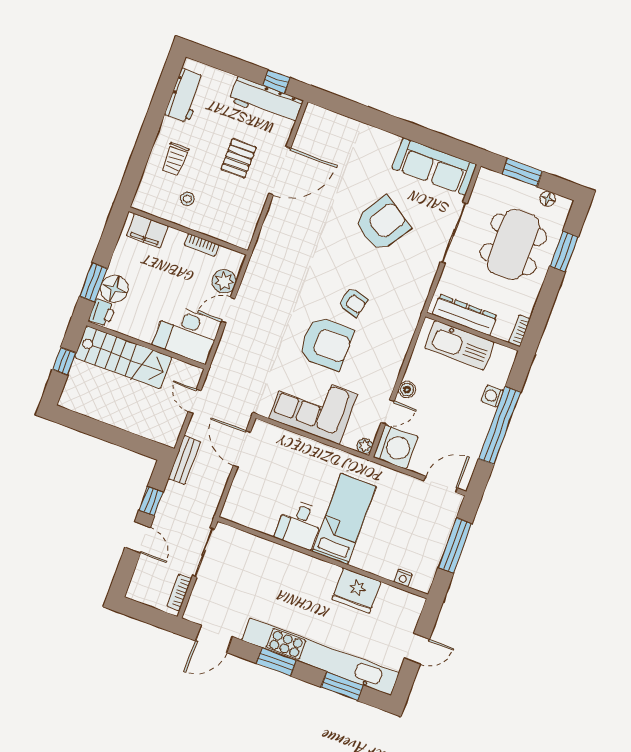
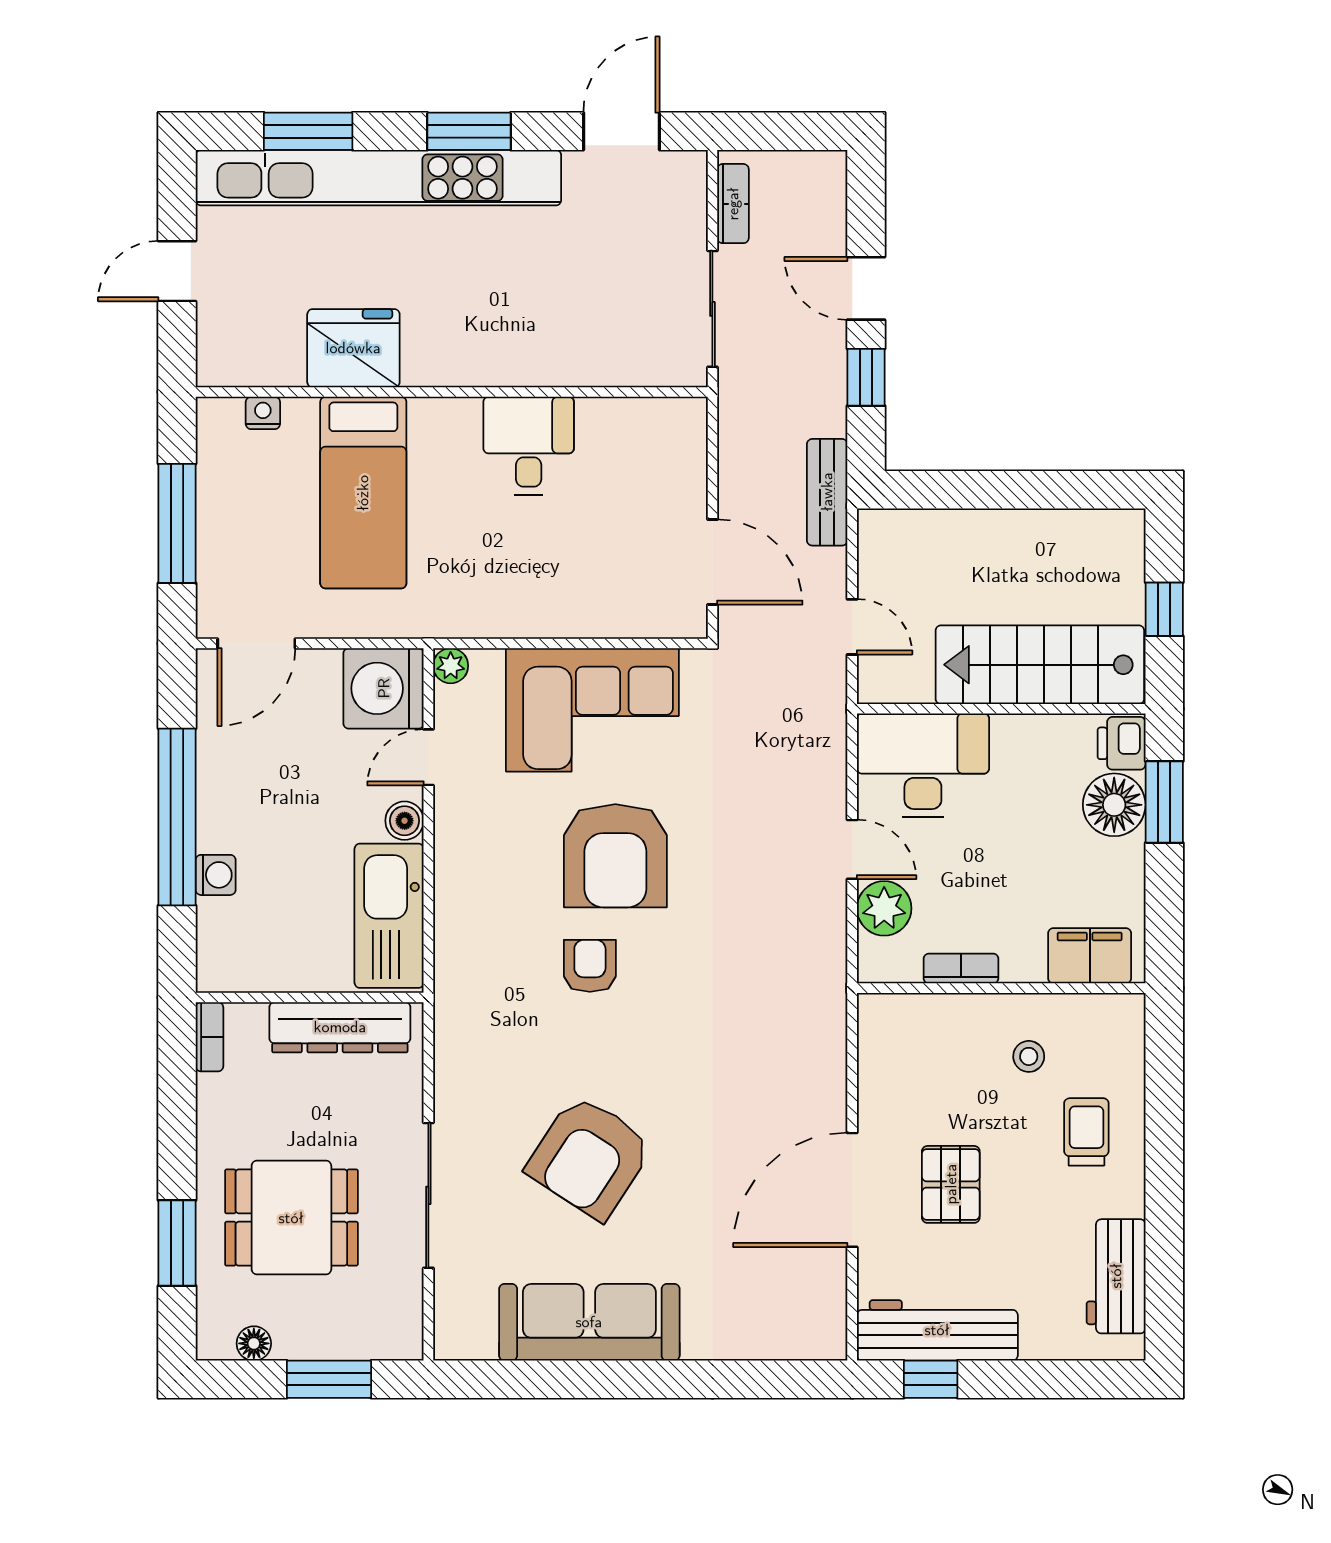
sofa: (434, 166) -> (589, 1322), moved
dining table: (513, 244) -> (291, 1218), width x0.73
armchair: (353, 302) -> (590, 966), turned 75
door: (228, 310) -> (852, 849), hinge flipped
armchair: (326, 343) -> (615, 856), turned -90
kitchen sink: (460, 345) -> (389, 916), moved, turned -90
bed: (344, 519) -> (363, 493), moved

